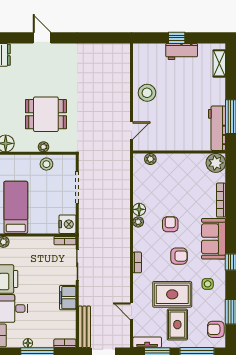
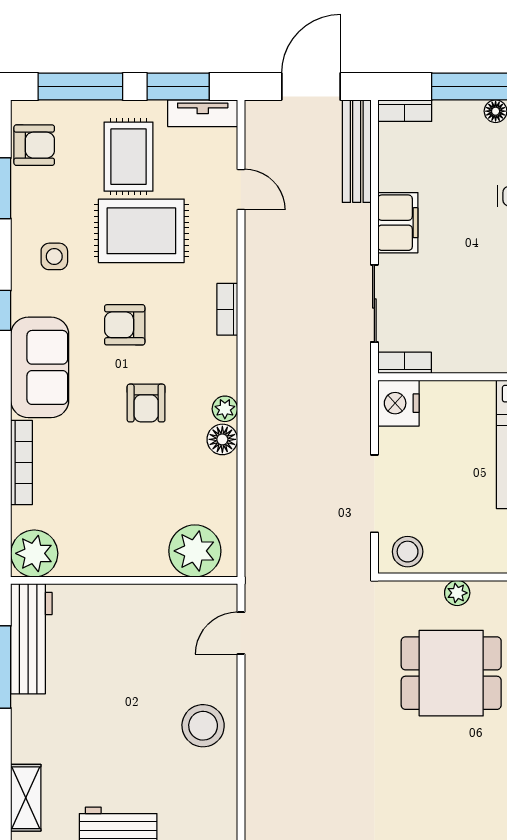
plant: (150, 159) -> (195, 551), width x1.87, depth x1.87
stool: (46, 164) -> (408, 552), moved

